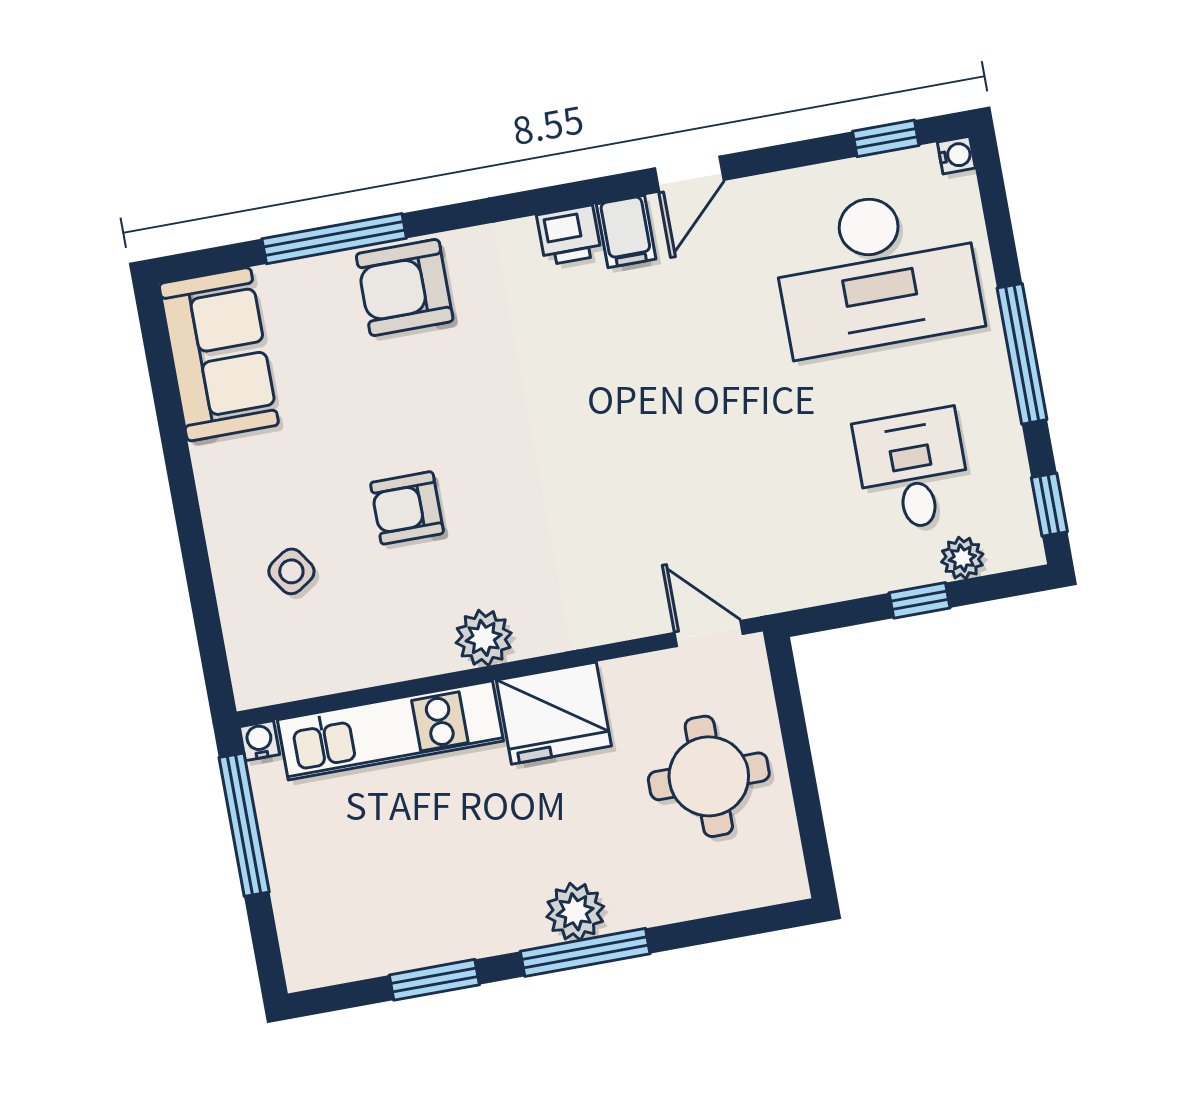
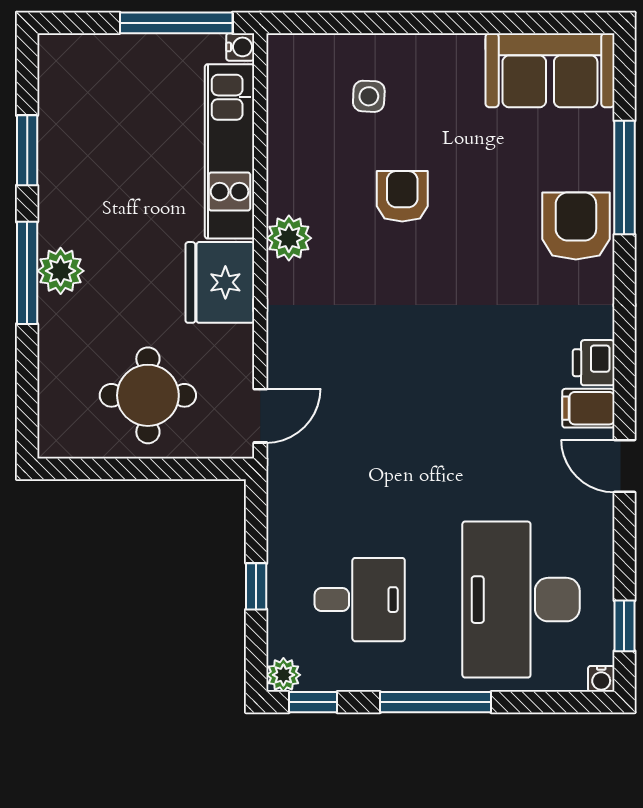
plant: (962, 558) -> (283, 675), moved
side table: (291, 571) -> (369, 96), turned 37

